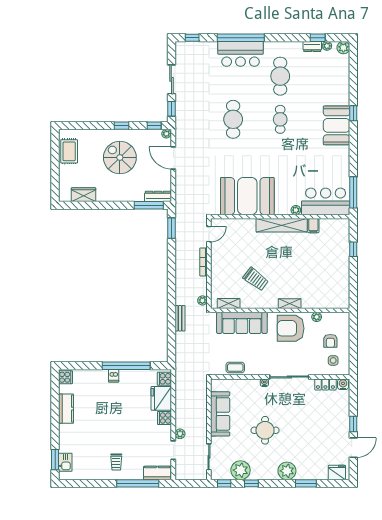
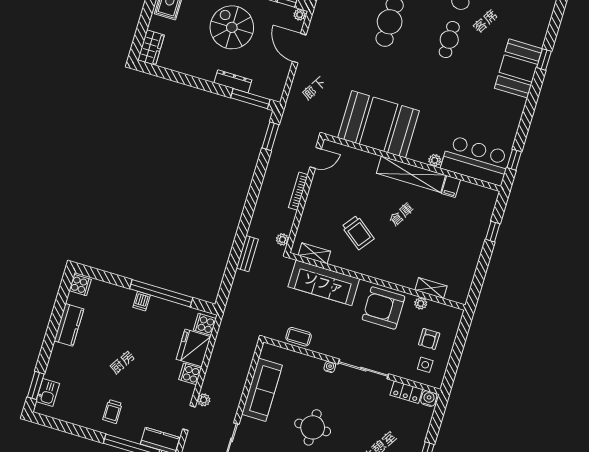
window: (353, 192) -> (514, 160), width x0.46
wardrobe: (84, 195) -> (151, 48), moved, turned 90
dresser: (158, 196) -> (233, 81), moved
shelving: (290, 304) -> (431, 288), moved

